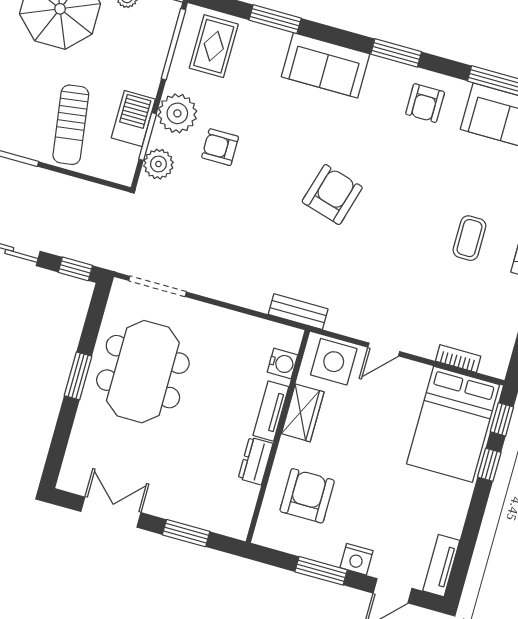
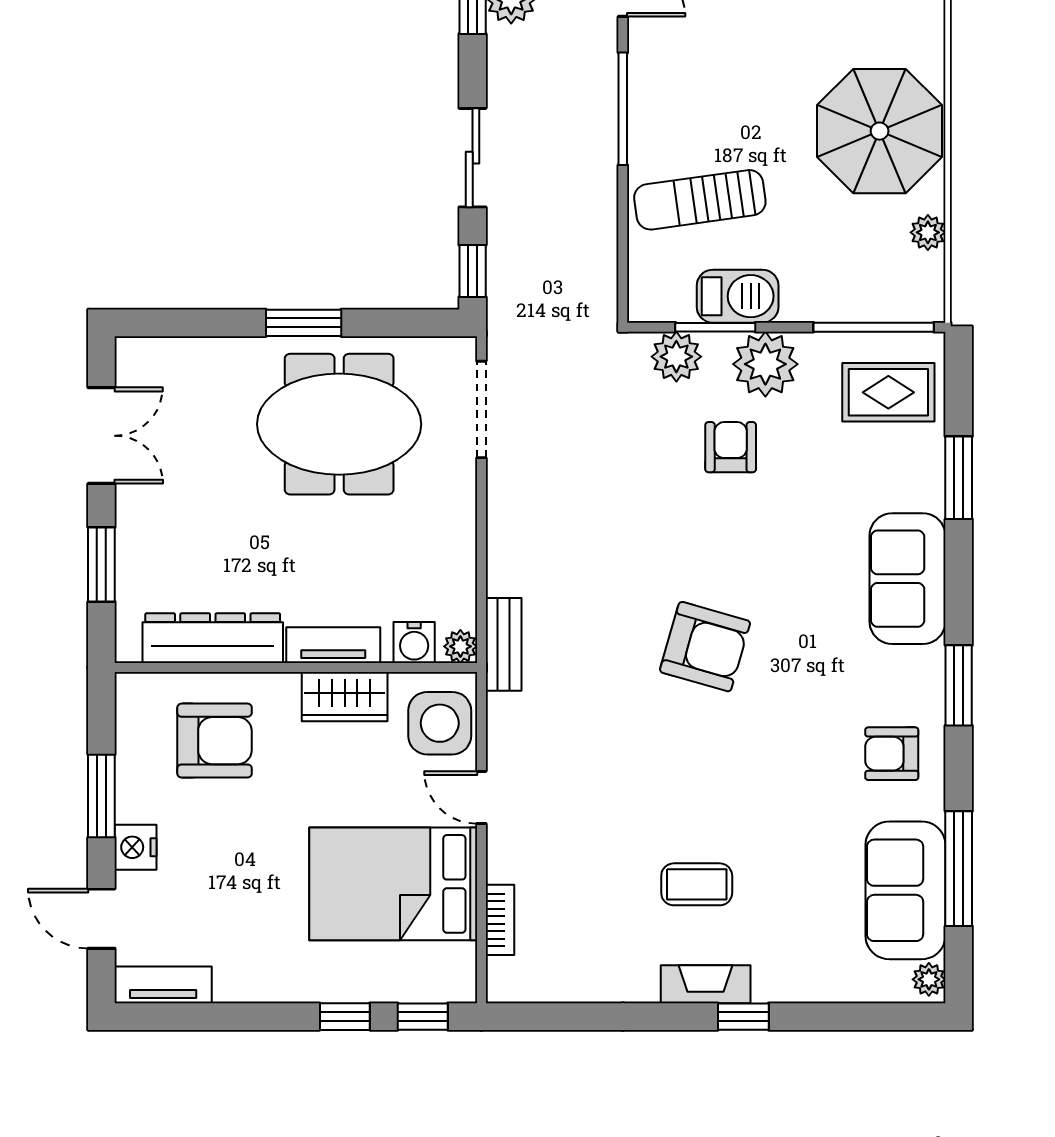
plant: (292, 337) -> (460, 646), added
bed: (453, 424) -> (393, 884), moved
dresser: (256, 461) -> (213, 638), width x1.96, depth x1.24

